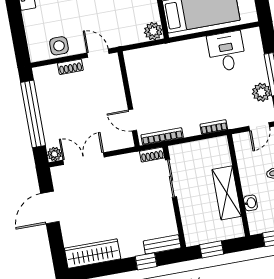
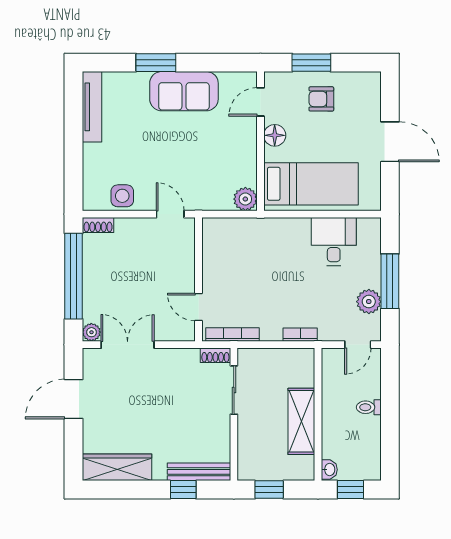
shoe rack: (70, 67) -> (98, 225), moved
washbasin: (250, 203) -> (329, 470), moved
bench: (162, 244) -> (199, 472), width x1.36

